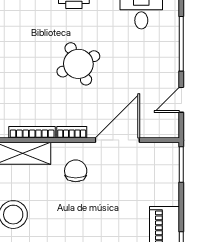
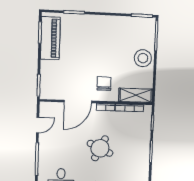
round table: (78, 64) -> (100, 148), turned -38
chair: (76, 171) -> (104, 84), turned 180

